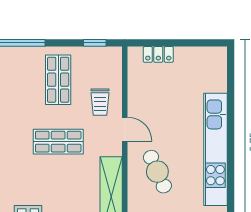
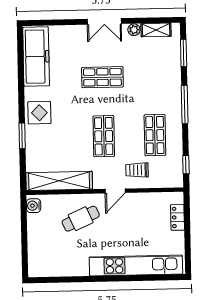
shop shelf: (58, 80) -> (155, 135), turned 90
kitchen unit: (215, 149) -> (136, 265), moved

